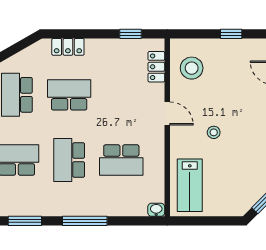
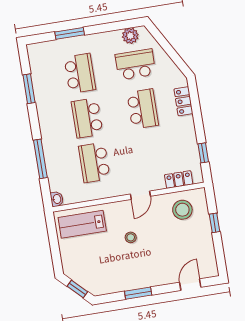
window: (231, 34) -> (215, 223), moved
school desk: (69, 160) -> (87, 118), turned -90
window: (85, 221) -> (40, 159), moved

